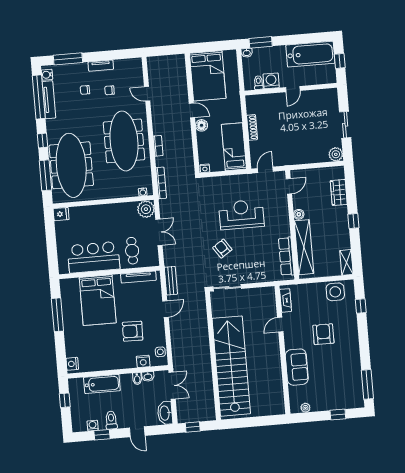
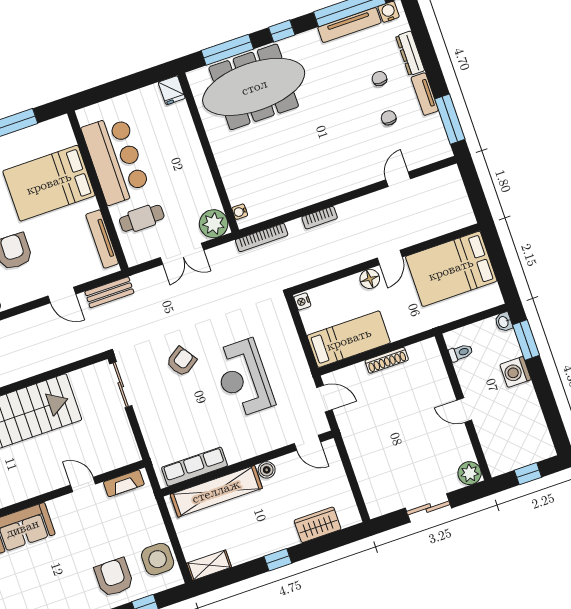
bathtub: (310, 54) -> (527, 424), removed
window: (68, 59) -> (450, 119), moved
dresser: (75, 68) -> (410, 53), added
washing machine: (271, 81) -> (515, 372), moved, turned 180
meeting table: (124, 141) -> (314, 161), removed
plant: (336, 154) -> (470, 473), moved
reception desk: (241, 215) -> (243, 378), turned 180
armchair: (323, 334) -> (114, 577), moved, turned -90

